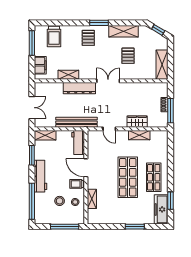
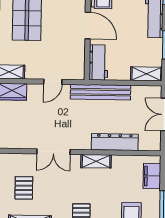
shelving: (68, 75) -> (96, 161), moved
dresser: (79, 88) -> (115, 142), moved
door: (109, 129) -> (53, 82), swing flipped

